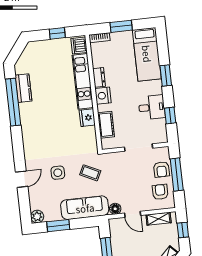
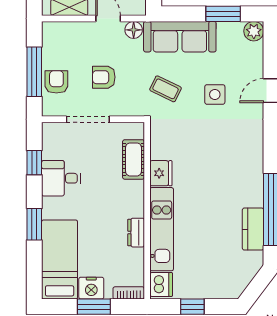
nightstand: (103, 96) -> (91, 288), moved, turned 90
armchair: (160, 192) -> (104, 77), moved, turned 90

